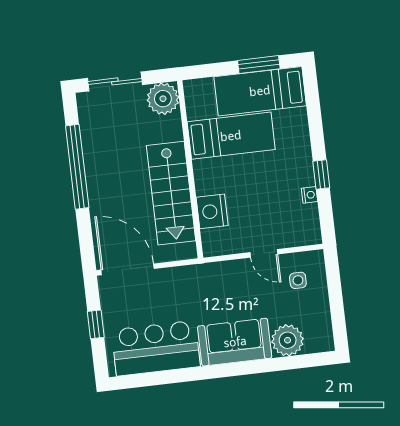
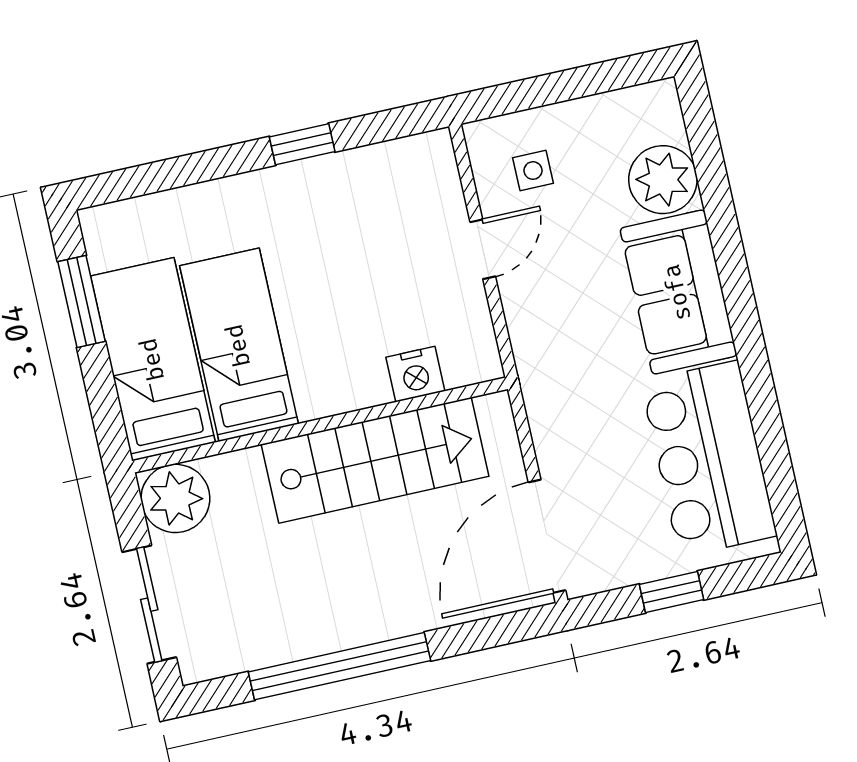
bed: (260, 91) -> (153, 359), moved, turned 180
nightstand: (310, 195) -> (348, 165), removed
nightstand: (212, 211) -> (415, 374), width x0.74, depth x0.75

